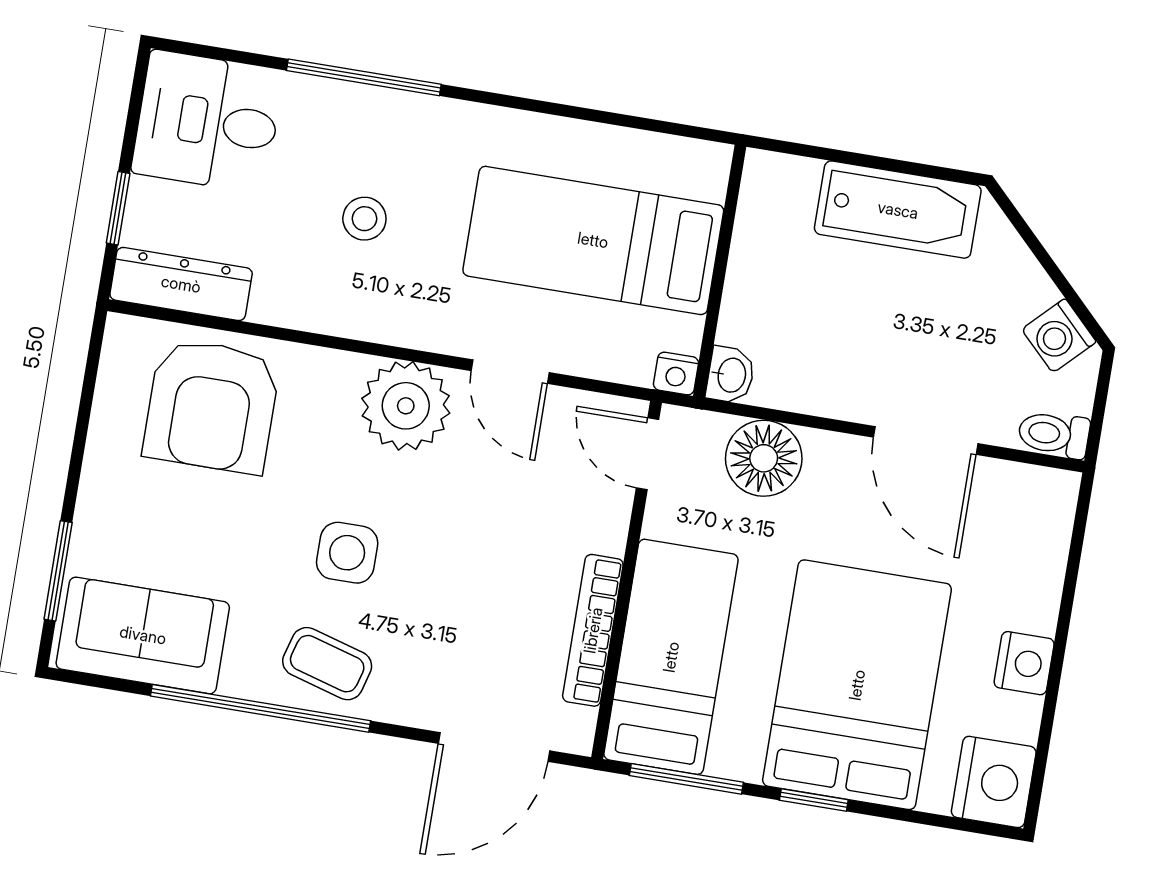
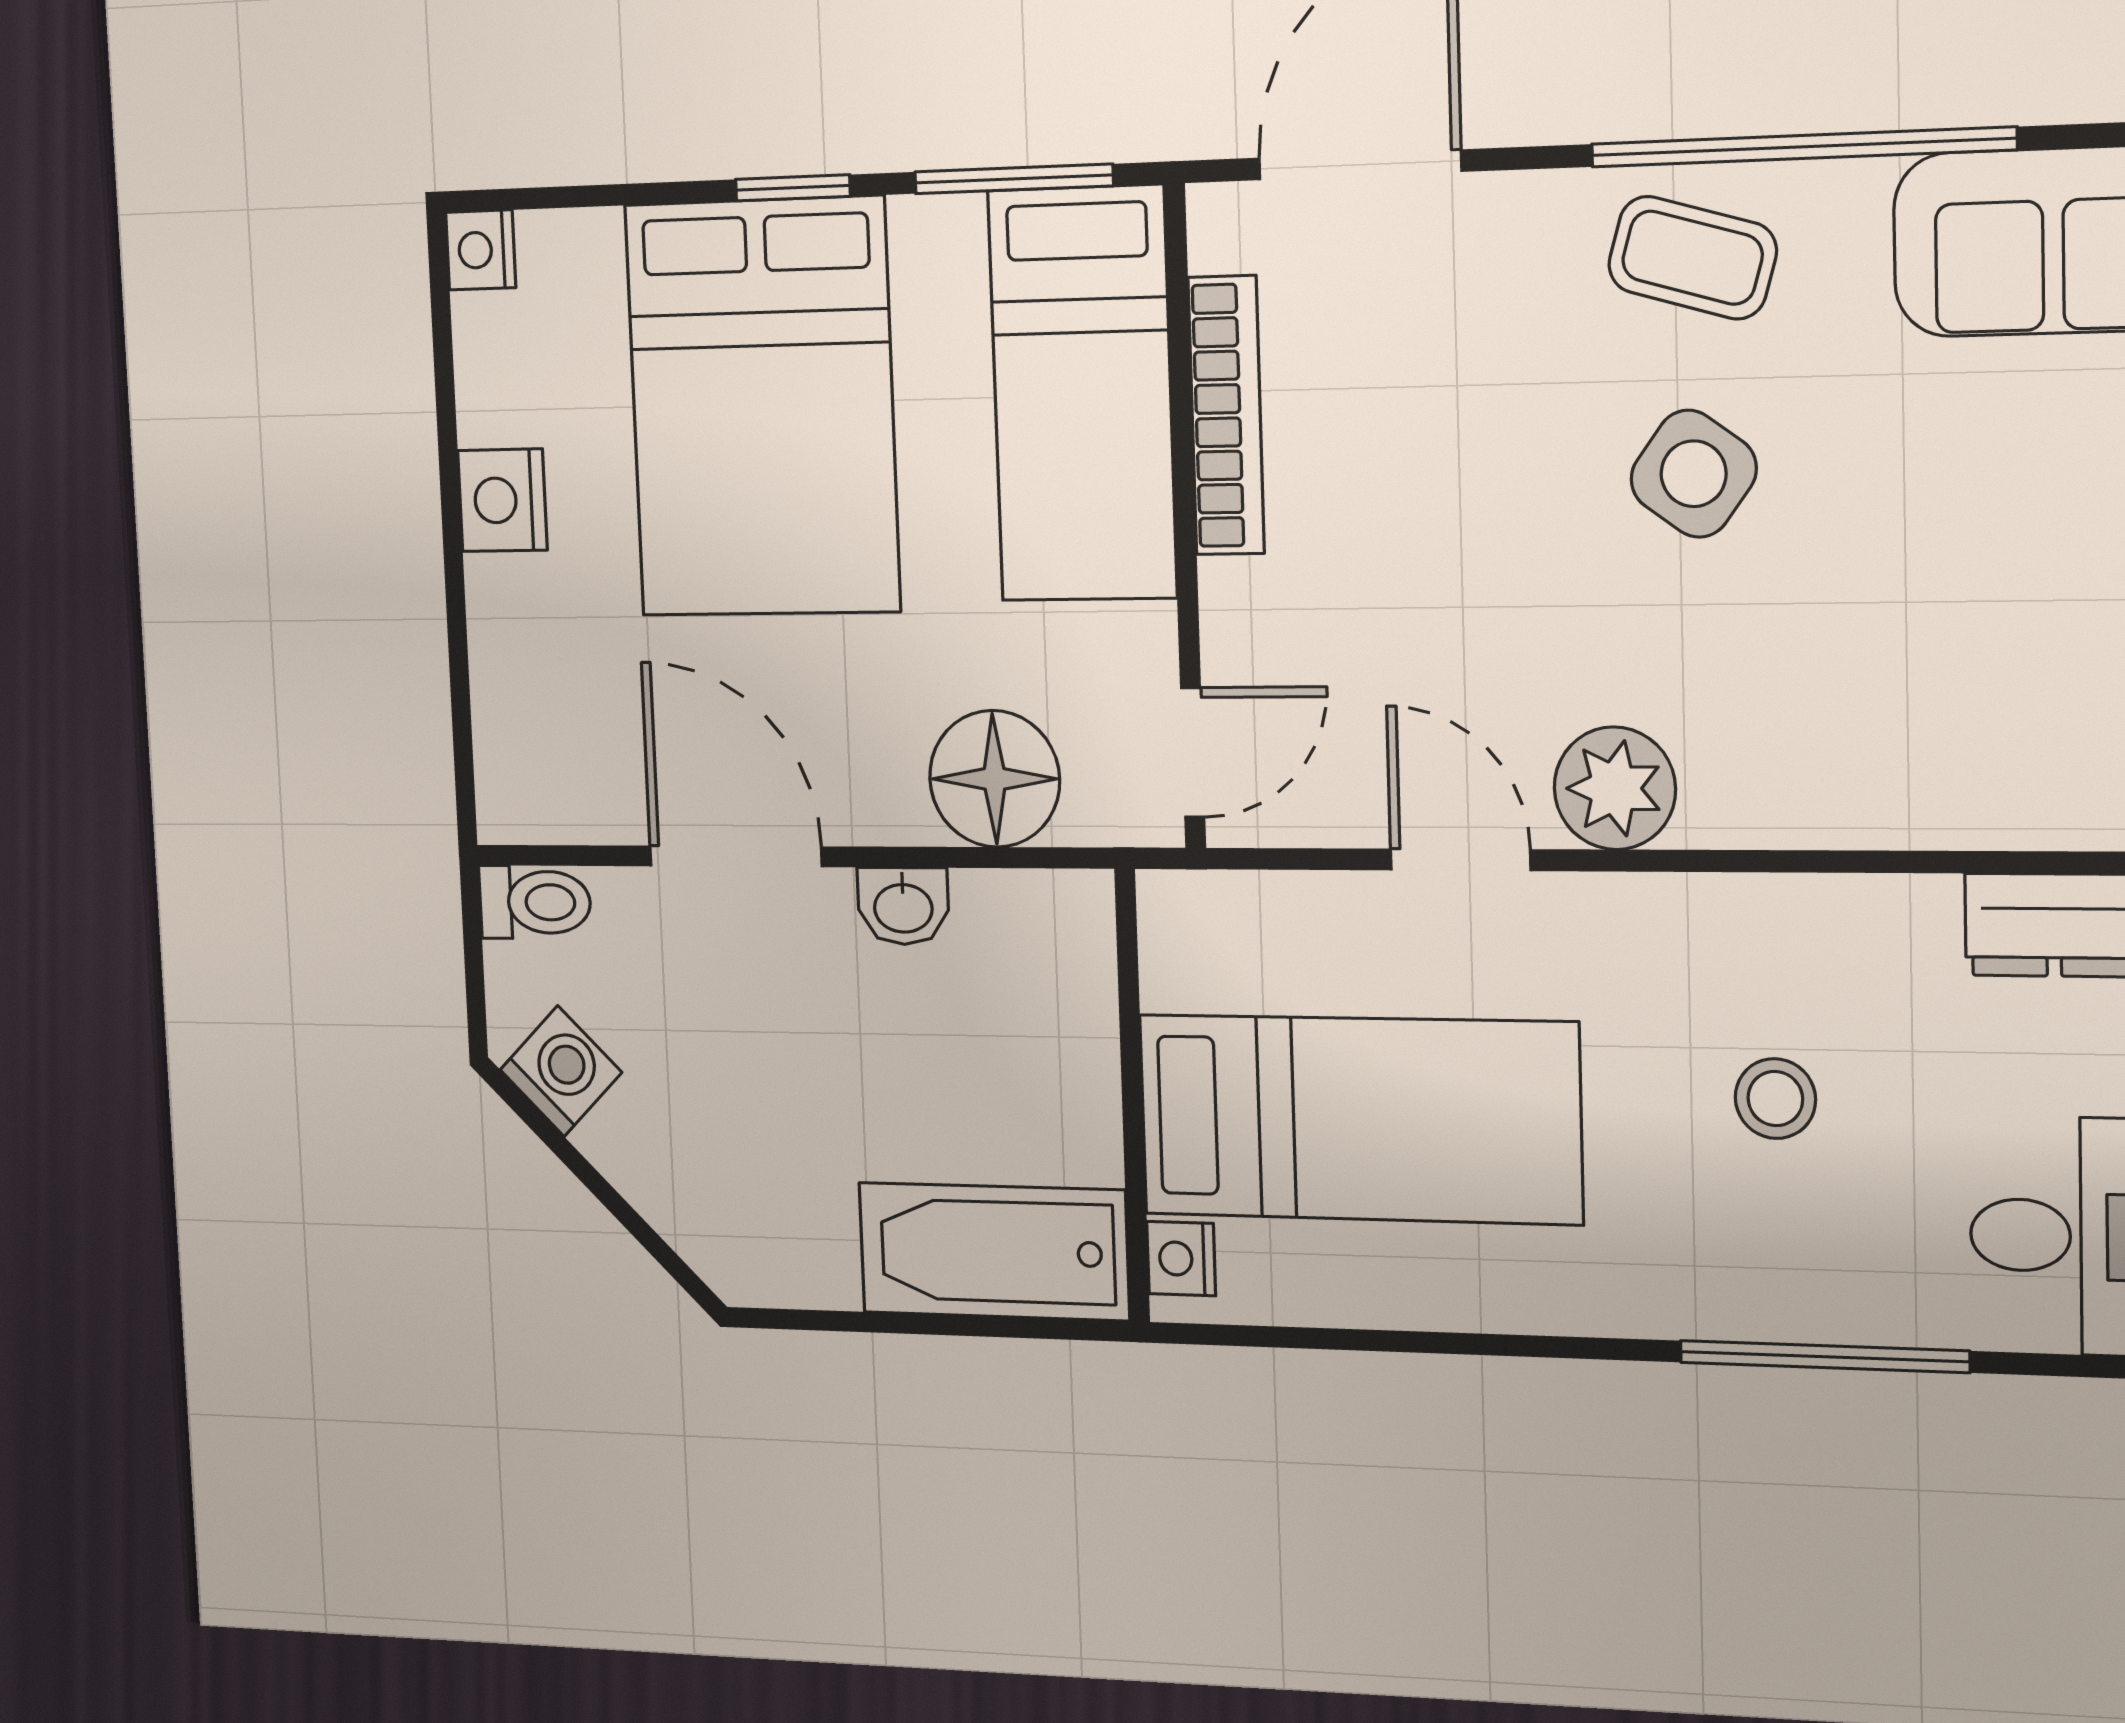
bathtub: (898, 210) -> (994, 1251), moved
nightstand: (676, 374) -> (1181, 1259), moved, turned -90
washbasin: (731, 375) -> (903, 906), moved, turned -90
armchair: (212, 406) -> (1998, 705), removed
plant: (406, 406) -> (1615, 788), width x0.73, depth x0.73
door: (647, 454) -> (1193, 752), hinge flipped
side table: (347, 553) -> (1694, 474), turned 36
nightstand: (994, 782) -> (481, 250), width x0.53, depth x0.56

